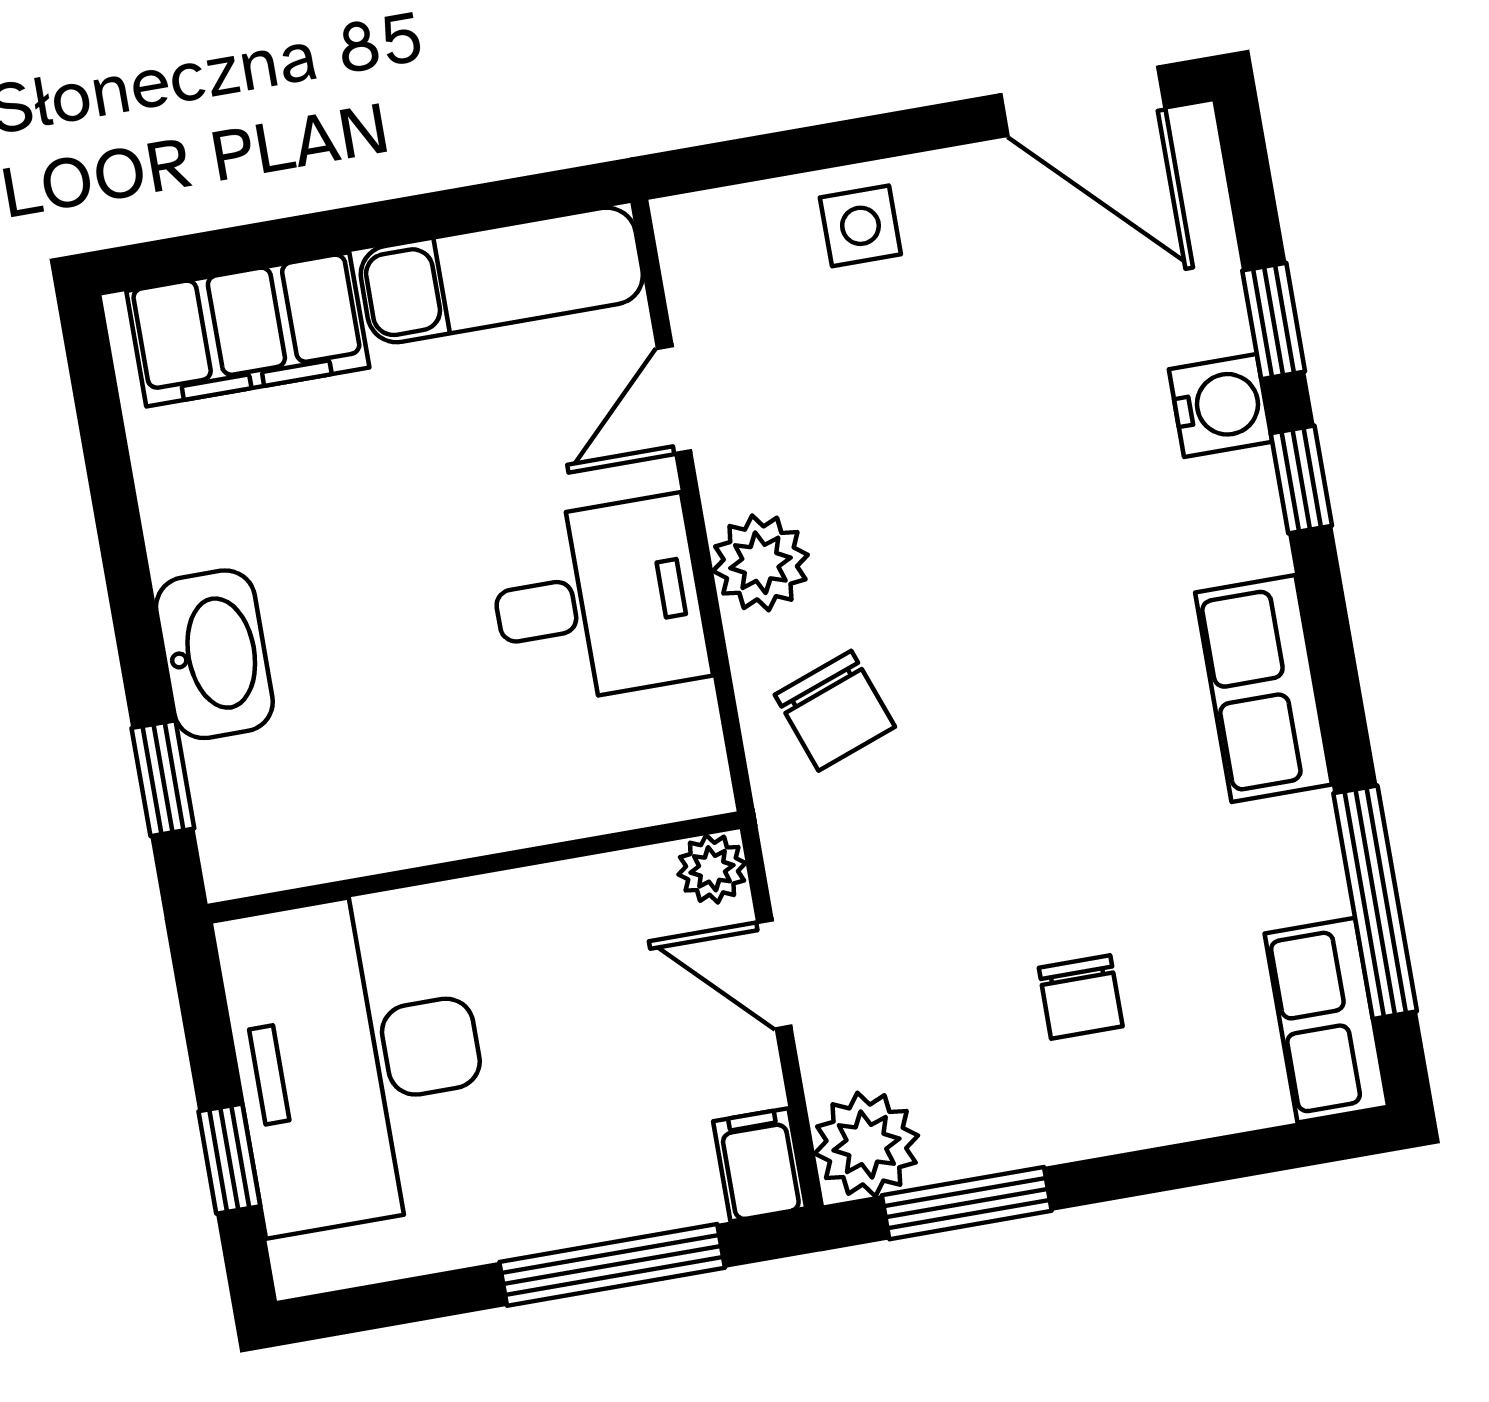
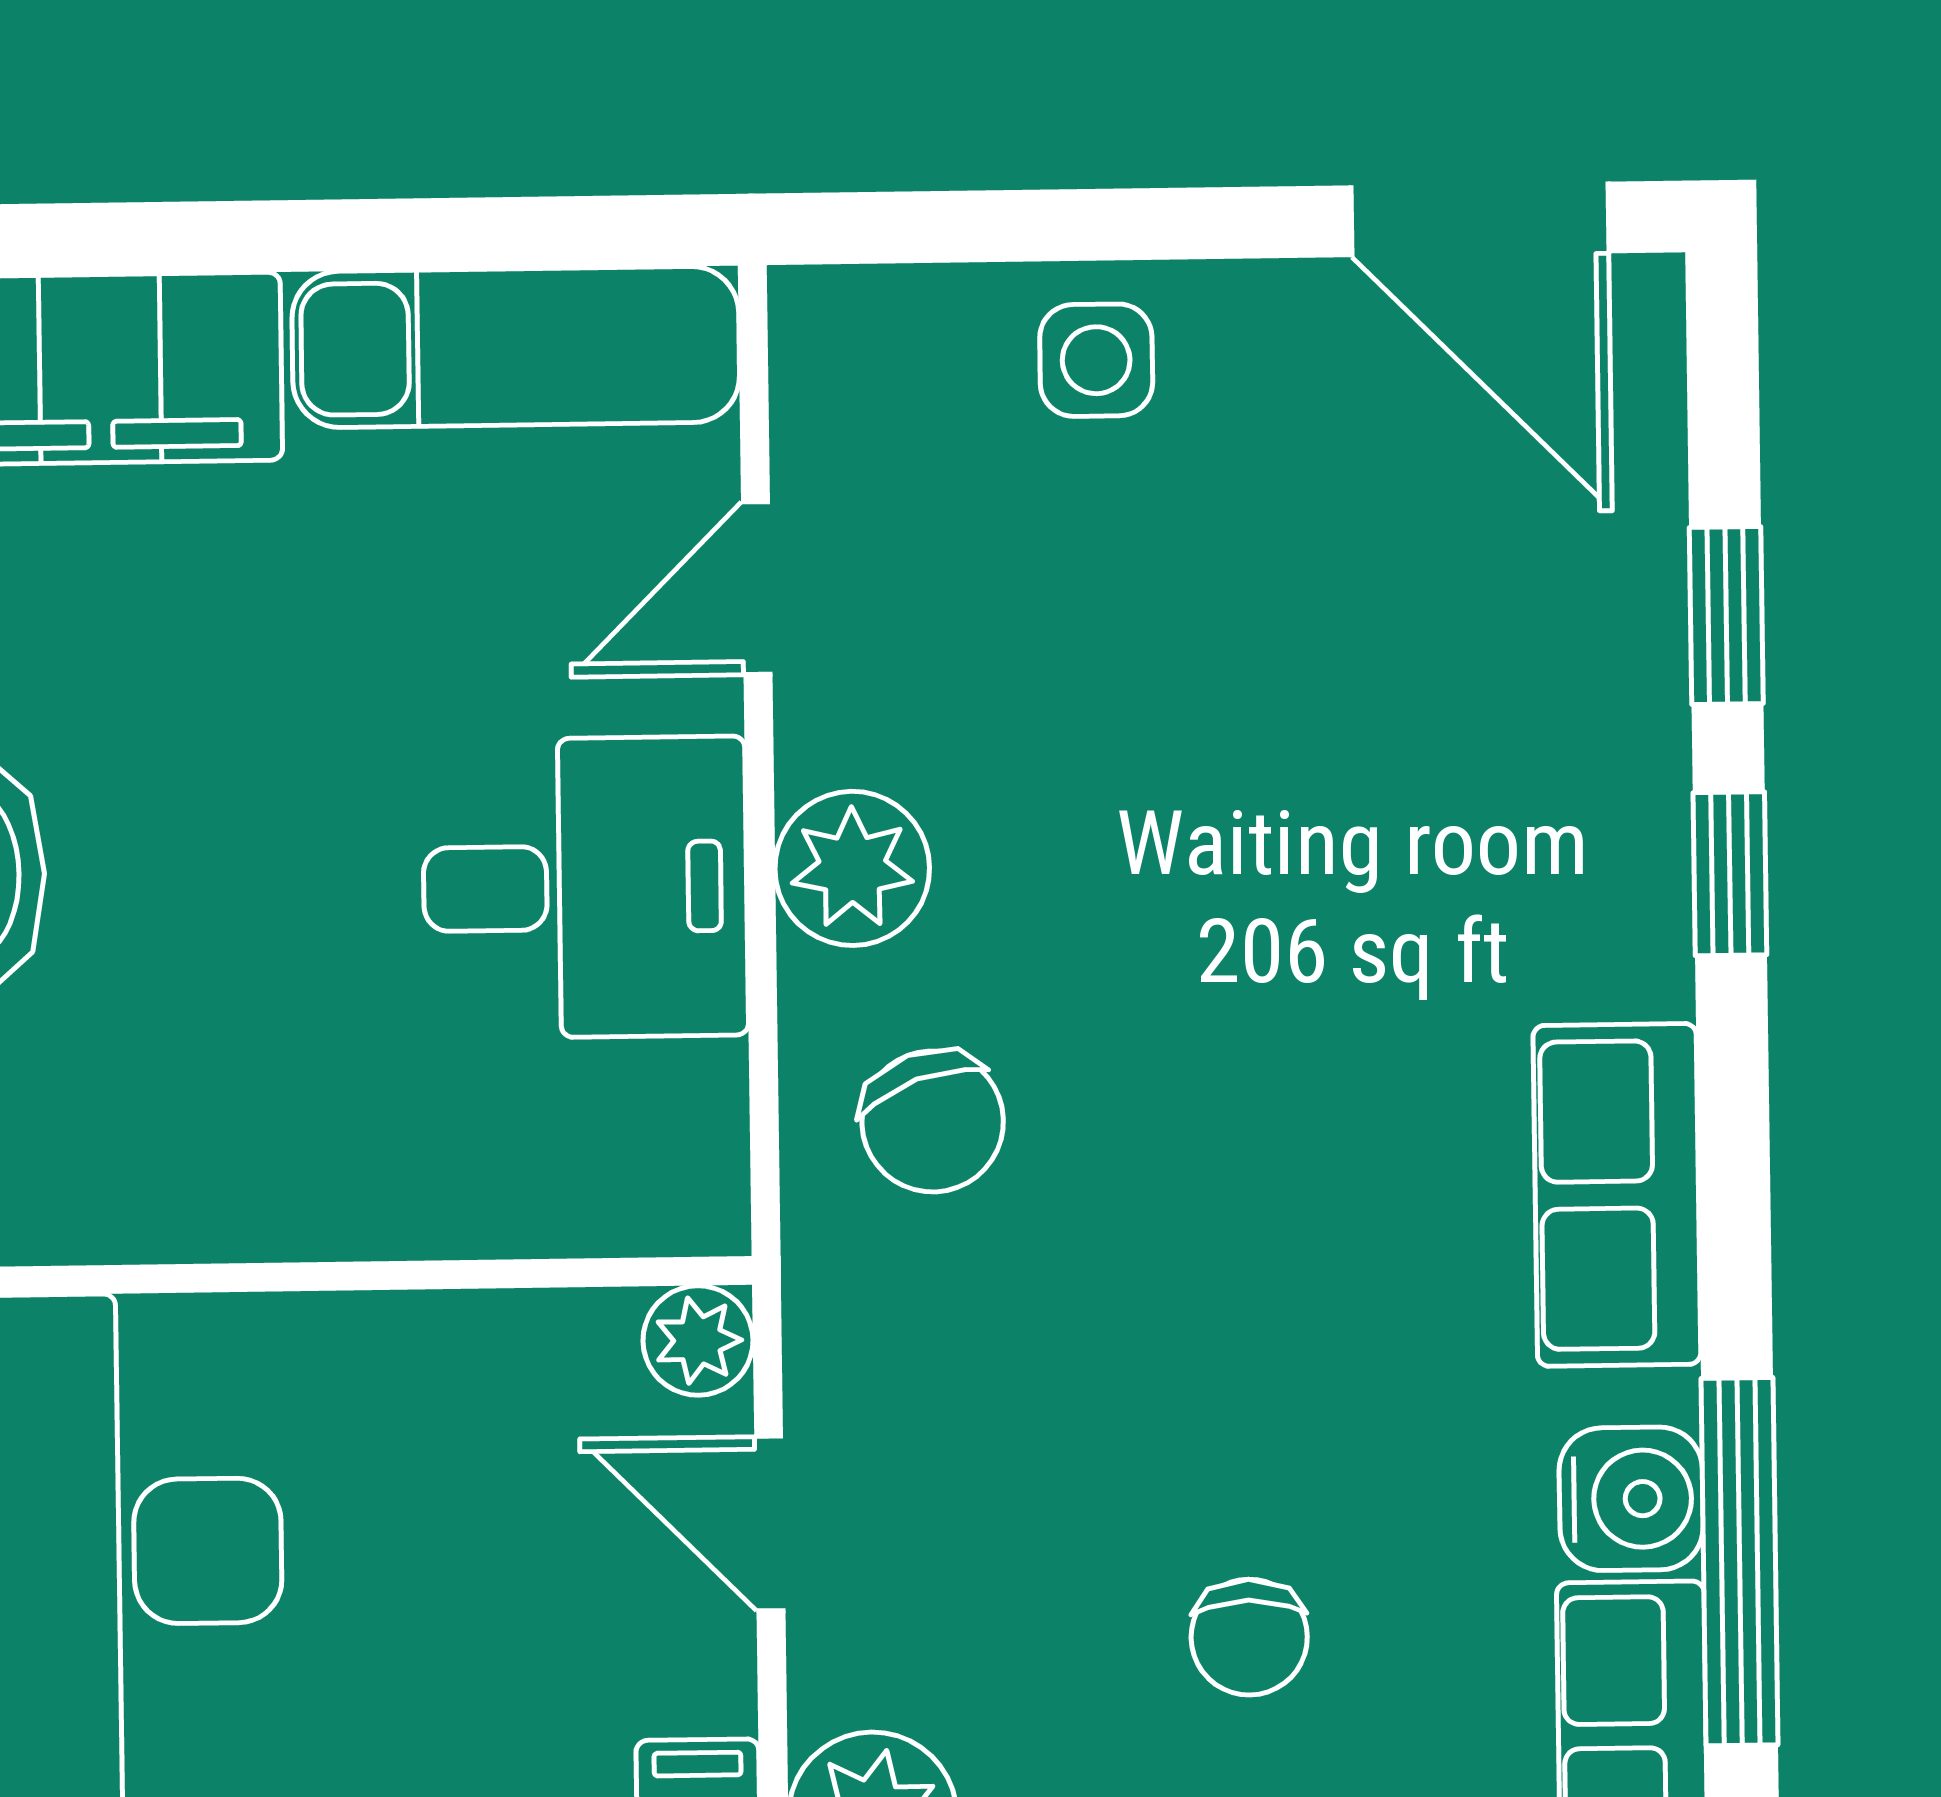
water cooler: (1220, 406) -> (1631, 1499), moved

